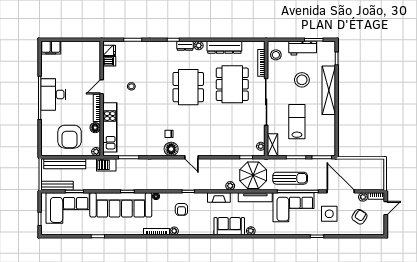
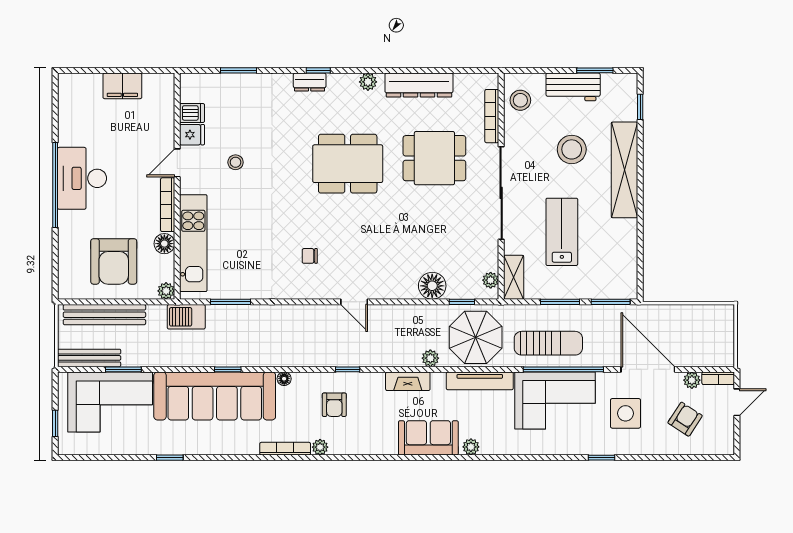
dresser: (185, 46) -> (310, 82), moved
filing cabinet: (51, 48) -> (122, 86), moved
fridge: (109, 50) -> (192, 135), moved
dining table: (232, 84) -> (434, 158), width x0.73
dining table: (188, 87) -> (348, 164), turned 90
floor lamp: (171, 149) -> (432, 286), moved

